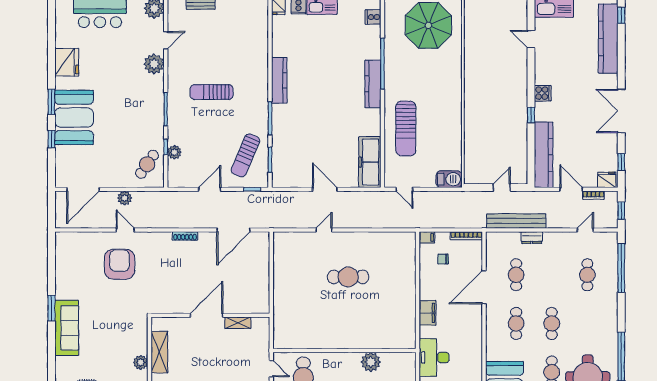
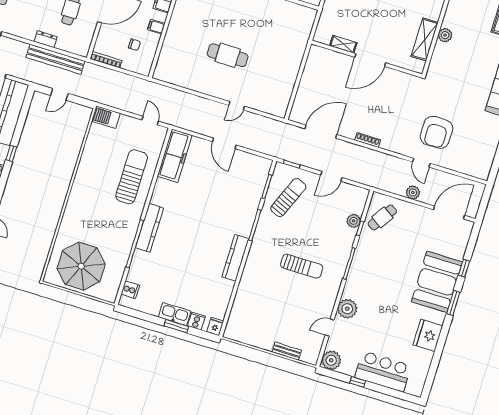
filing cabinet: (427, 237) -> (156, 27), moved

